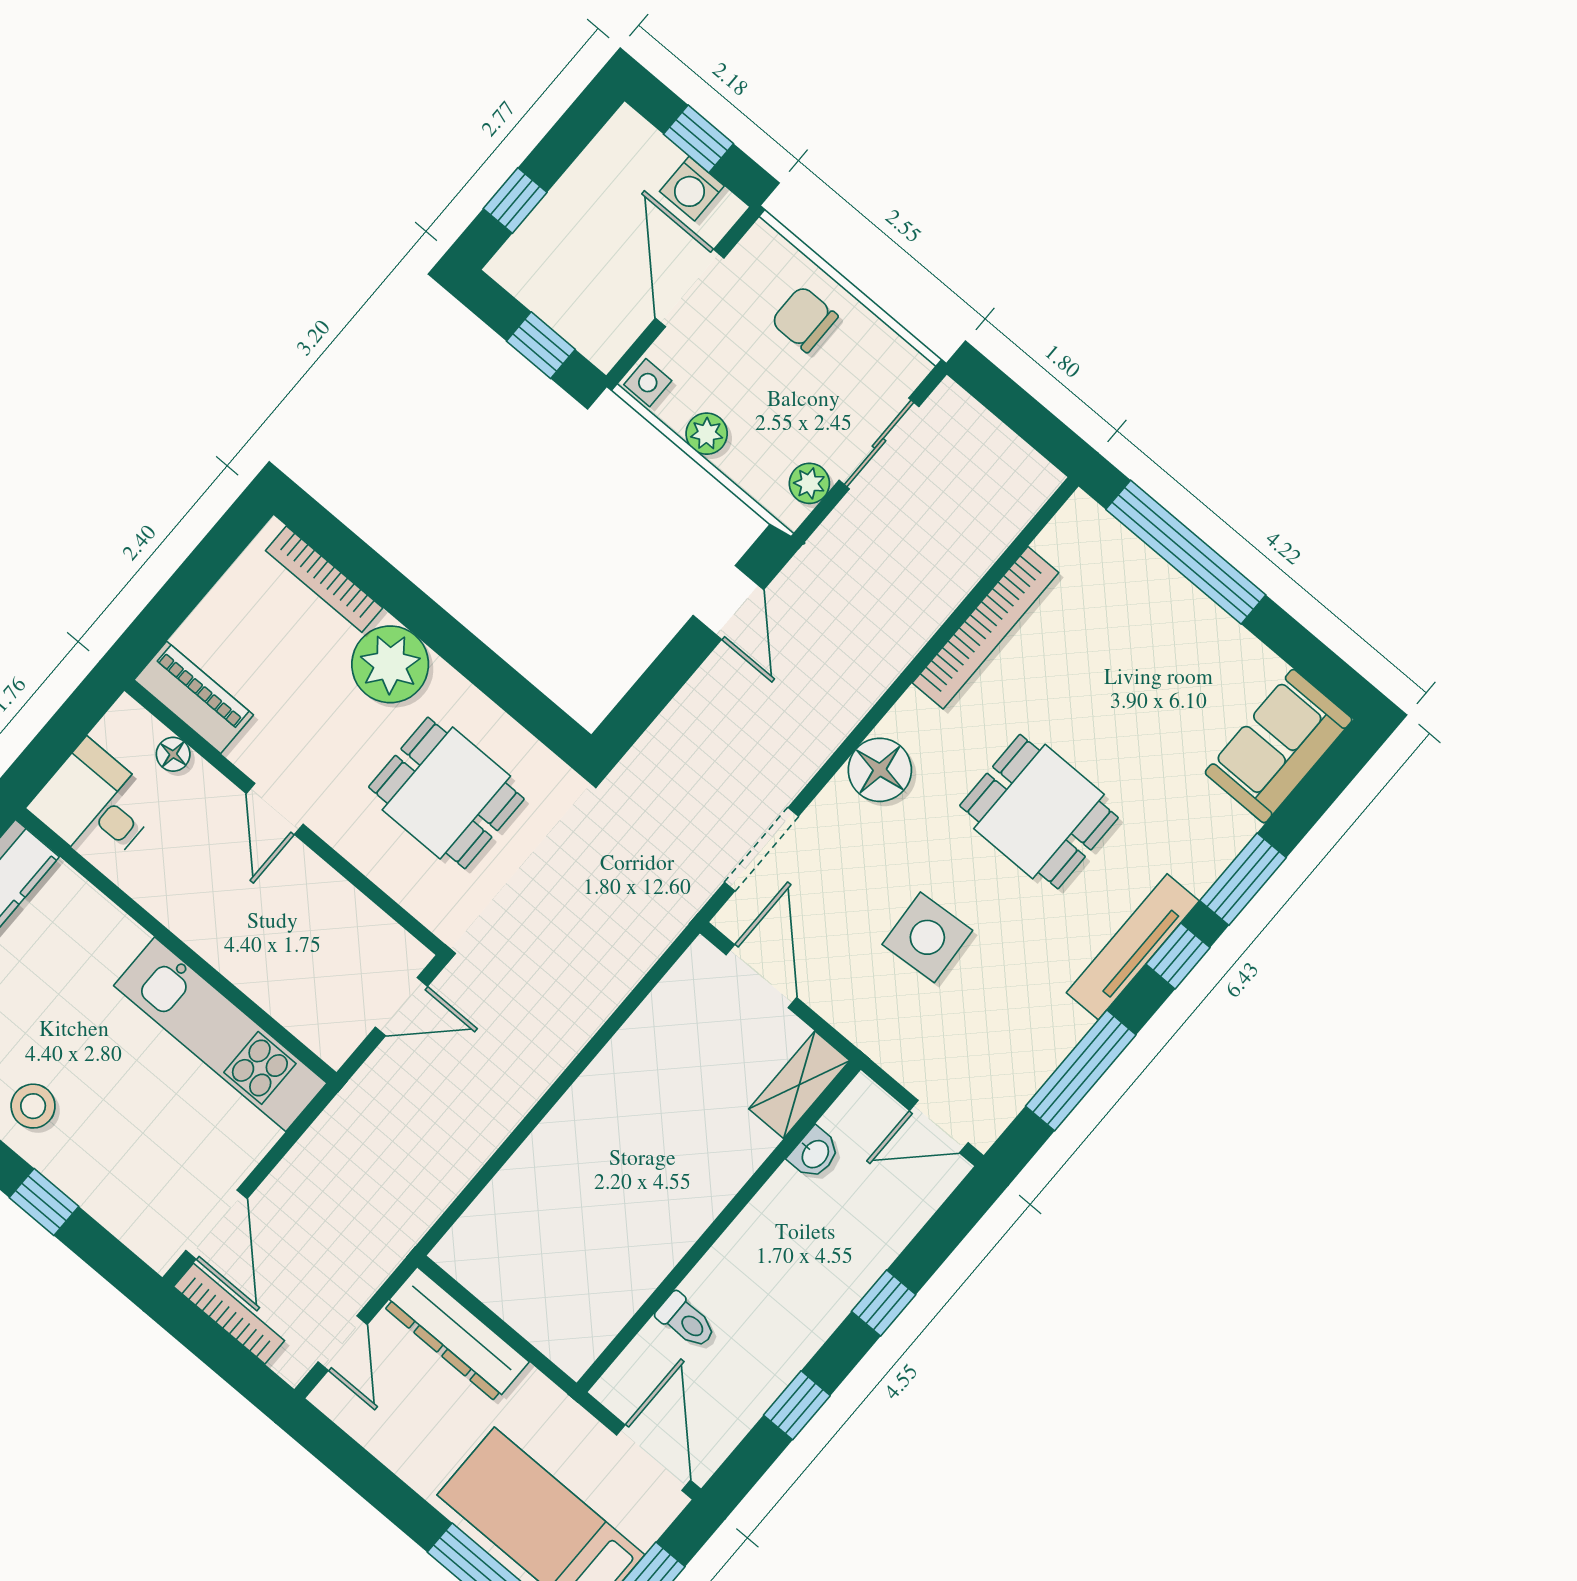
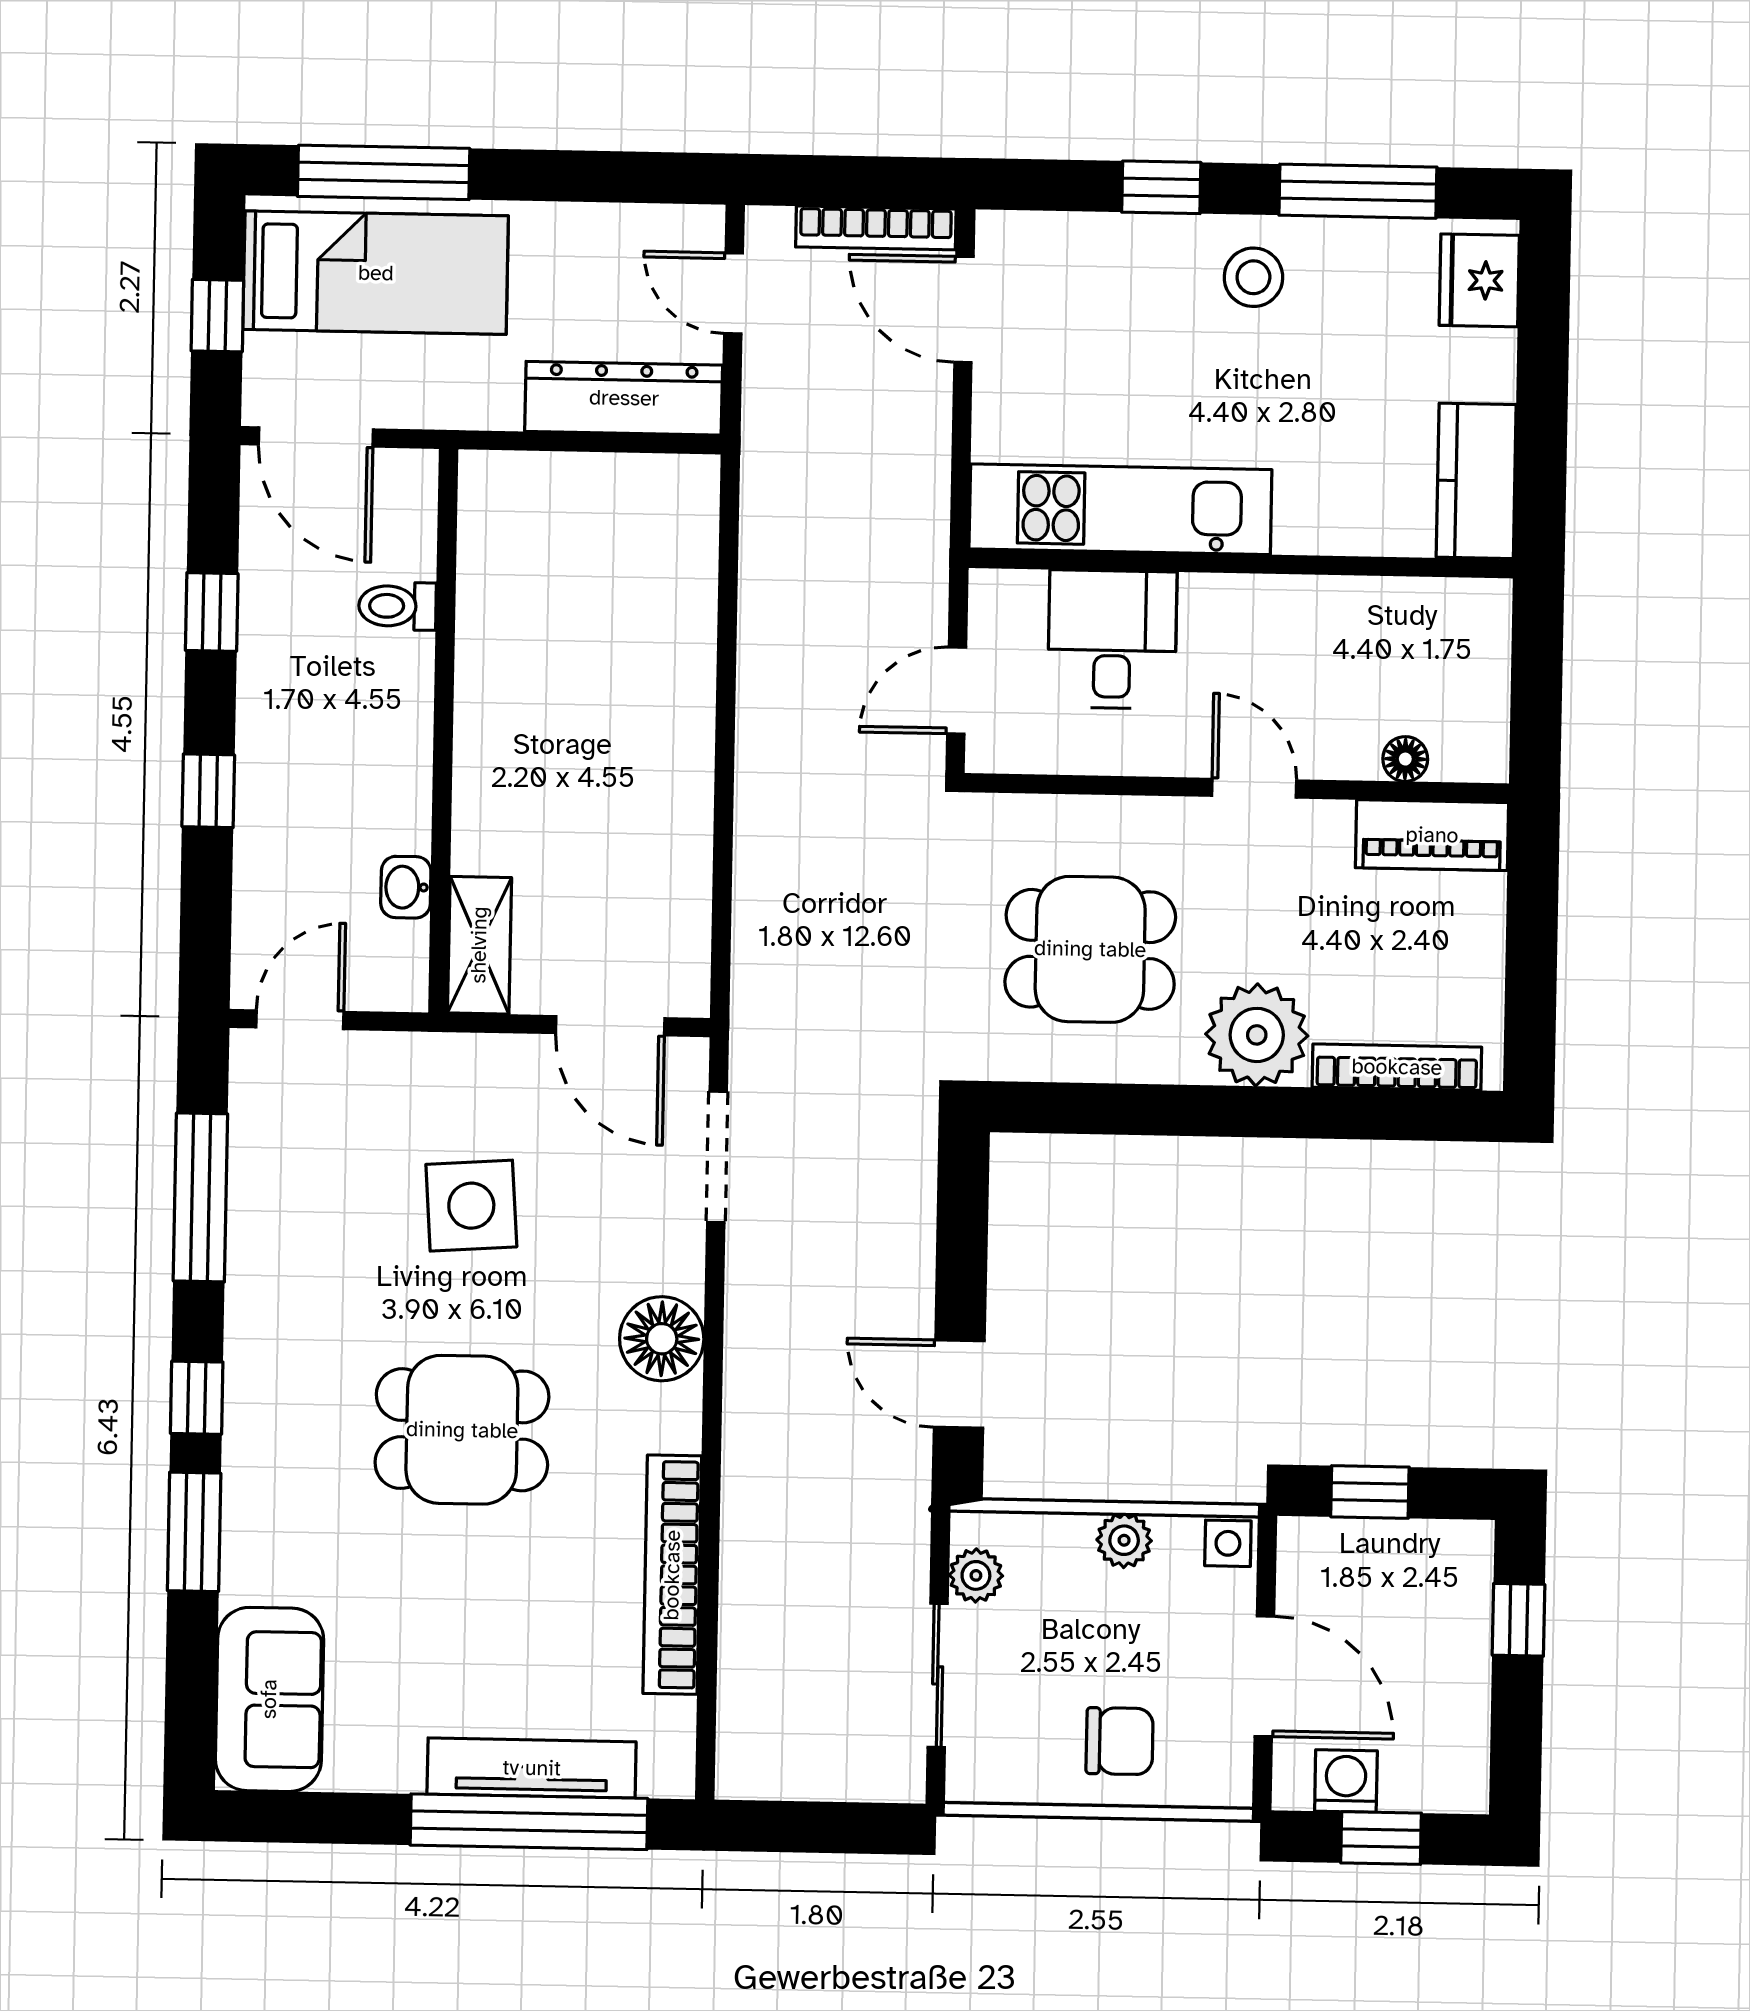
desk: (95, 805) -> (1112, 639), moved, turned -90
tv unit: (1133, 947) -> (532, 1768), moved, turned -90

